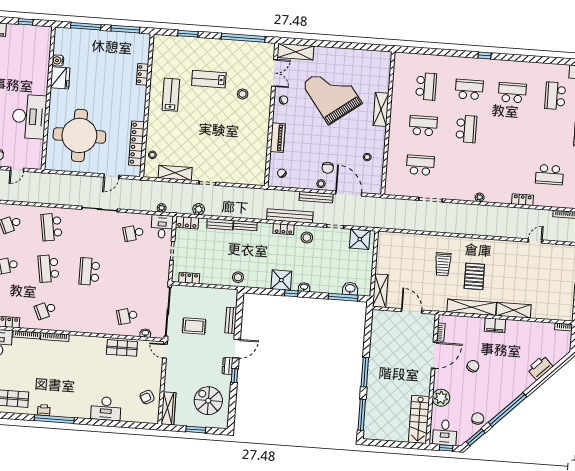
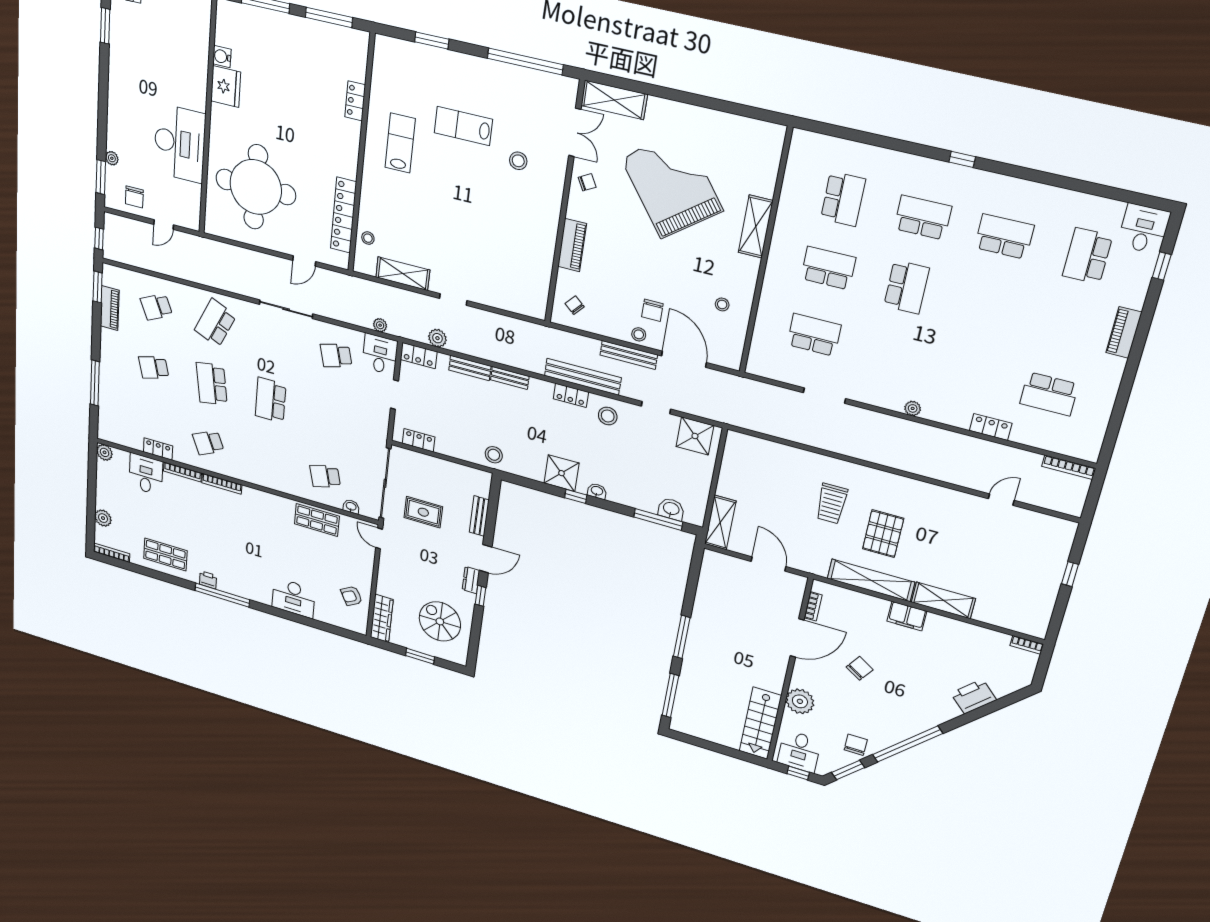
school desk: (51, 227) -> (215, 323), turned 33

